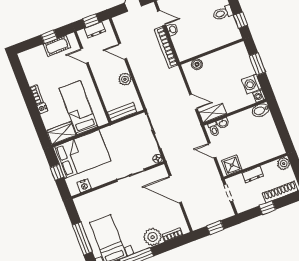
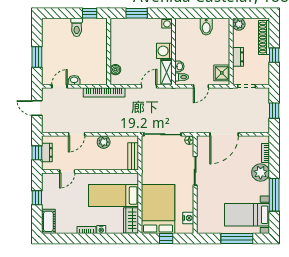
cot: (57, 46) -> (48, 221), moved
bookcase: (166, 47) -> (104, 92), moved
washing machine: (252, 84) -> (164, 51), moved, turned 90
bidet: (261, 110) -> (206, 27), moved

